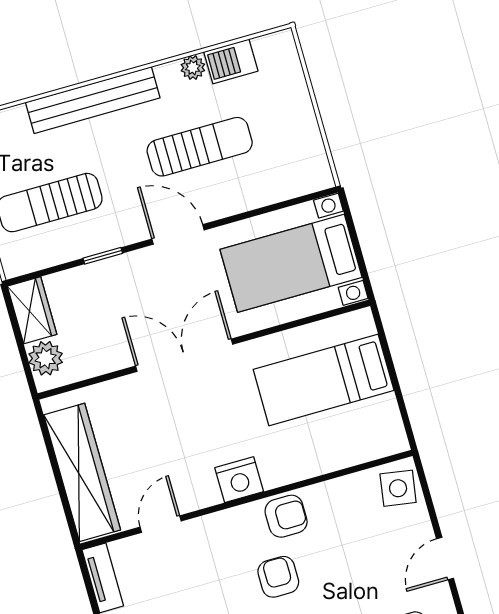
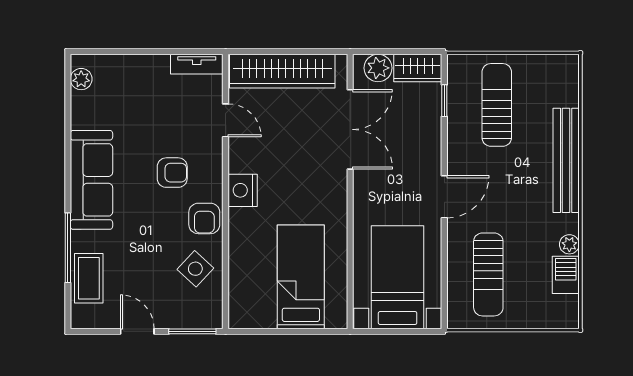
sun lounger: (200, 147) -> (488, 274), moved
window: (103, 256) -> (444, 101), moved
double door: (184, 355) -> (350, 129), moved
side table: (398, 488) -> (195, 269), moved, turned 34
window: (426, 492) -> (192, 331), added
armchair: (278, 577) -> (172, 173), moved

